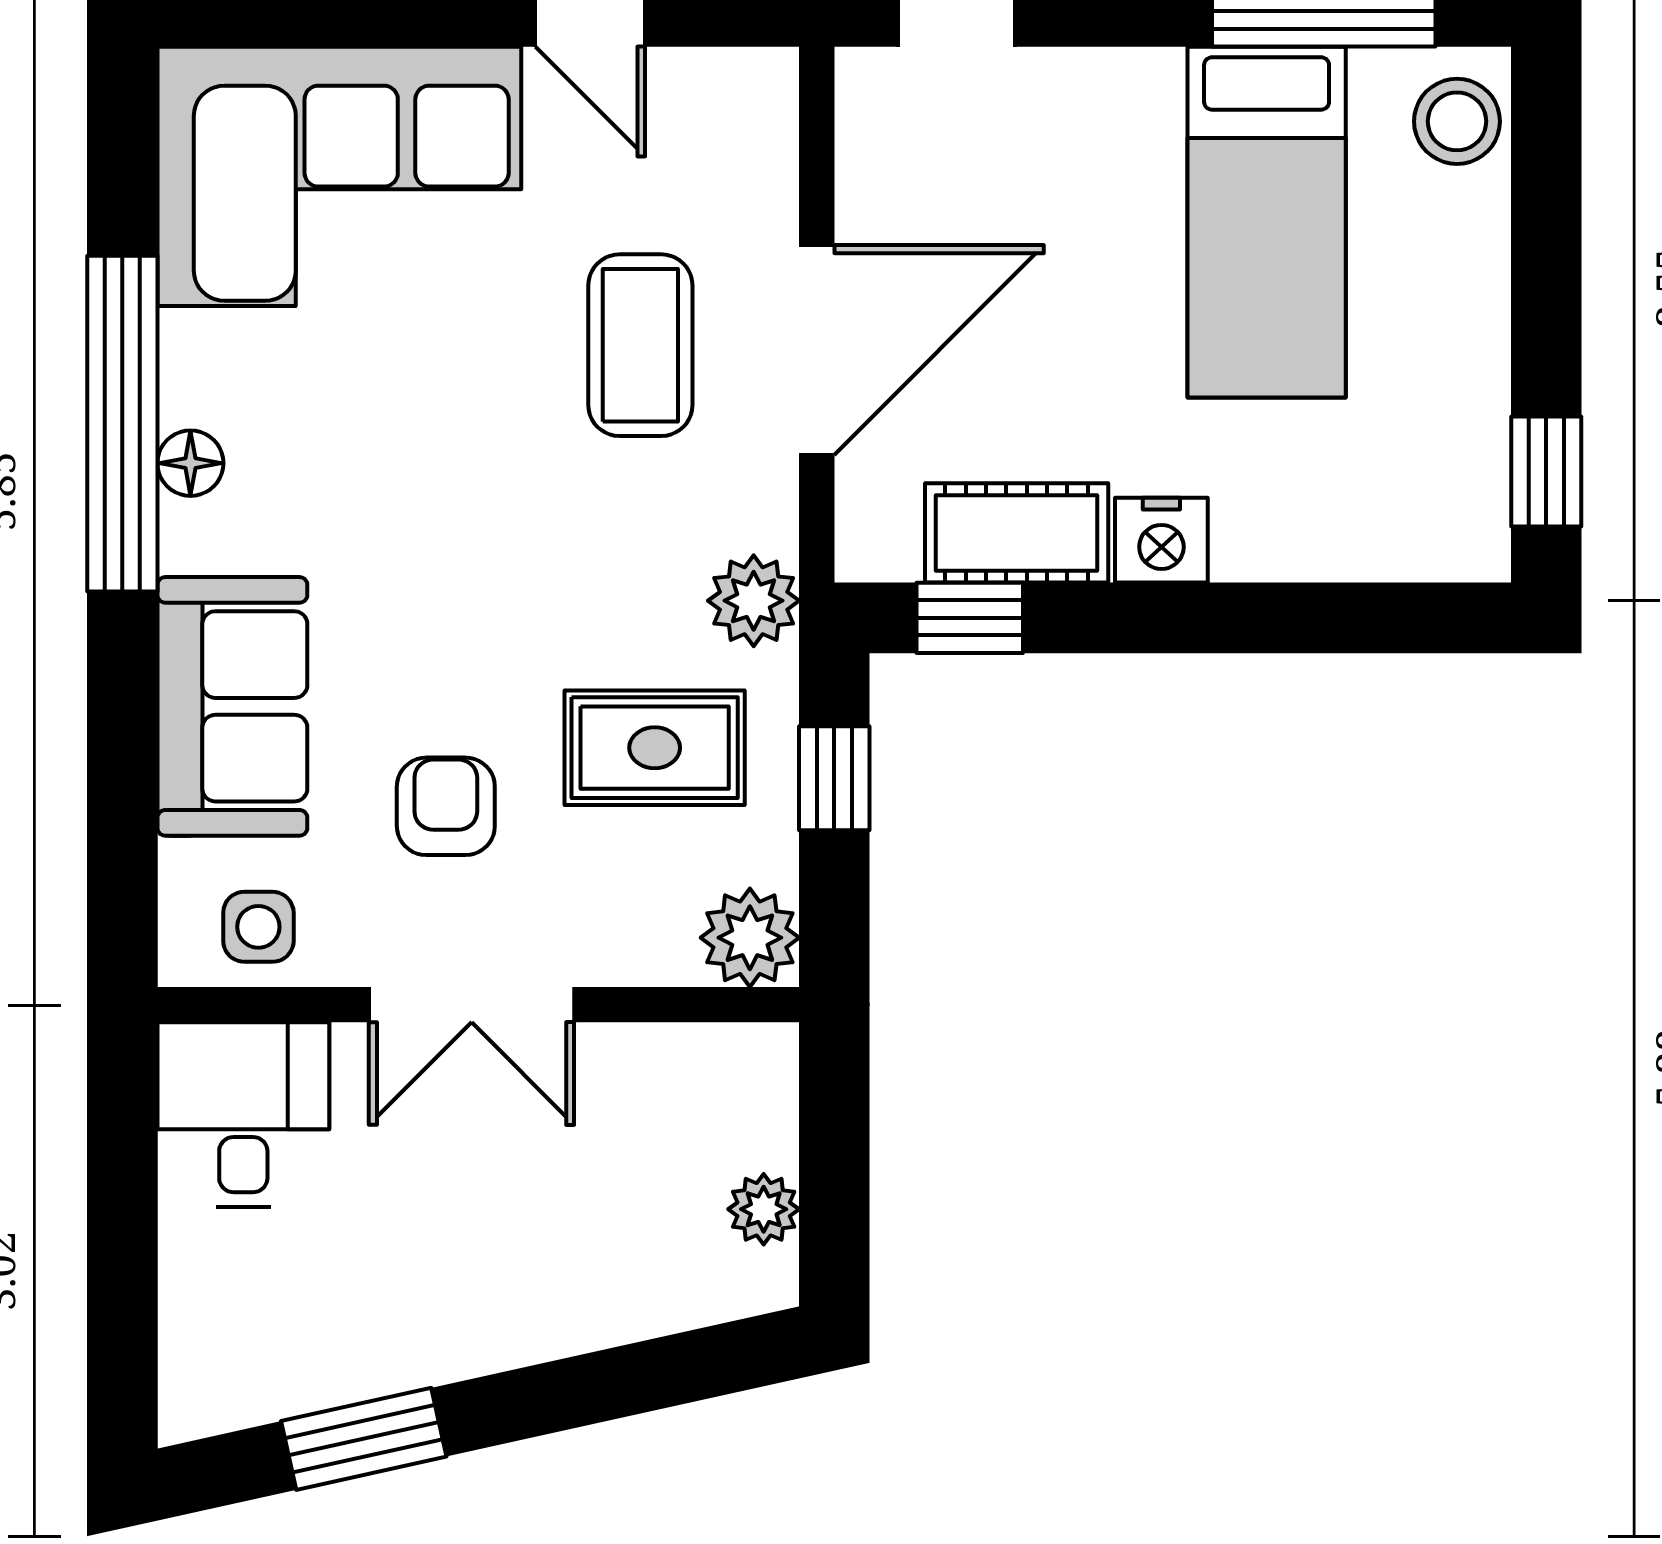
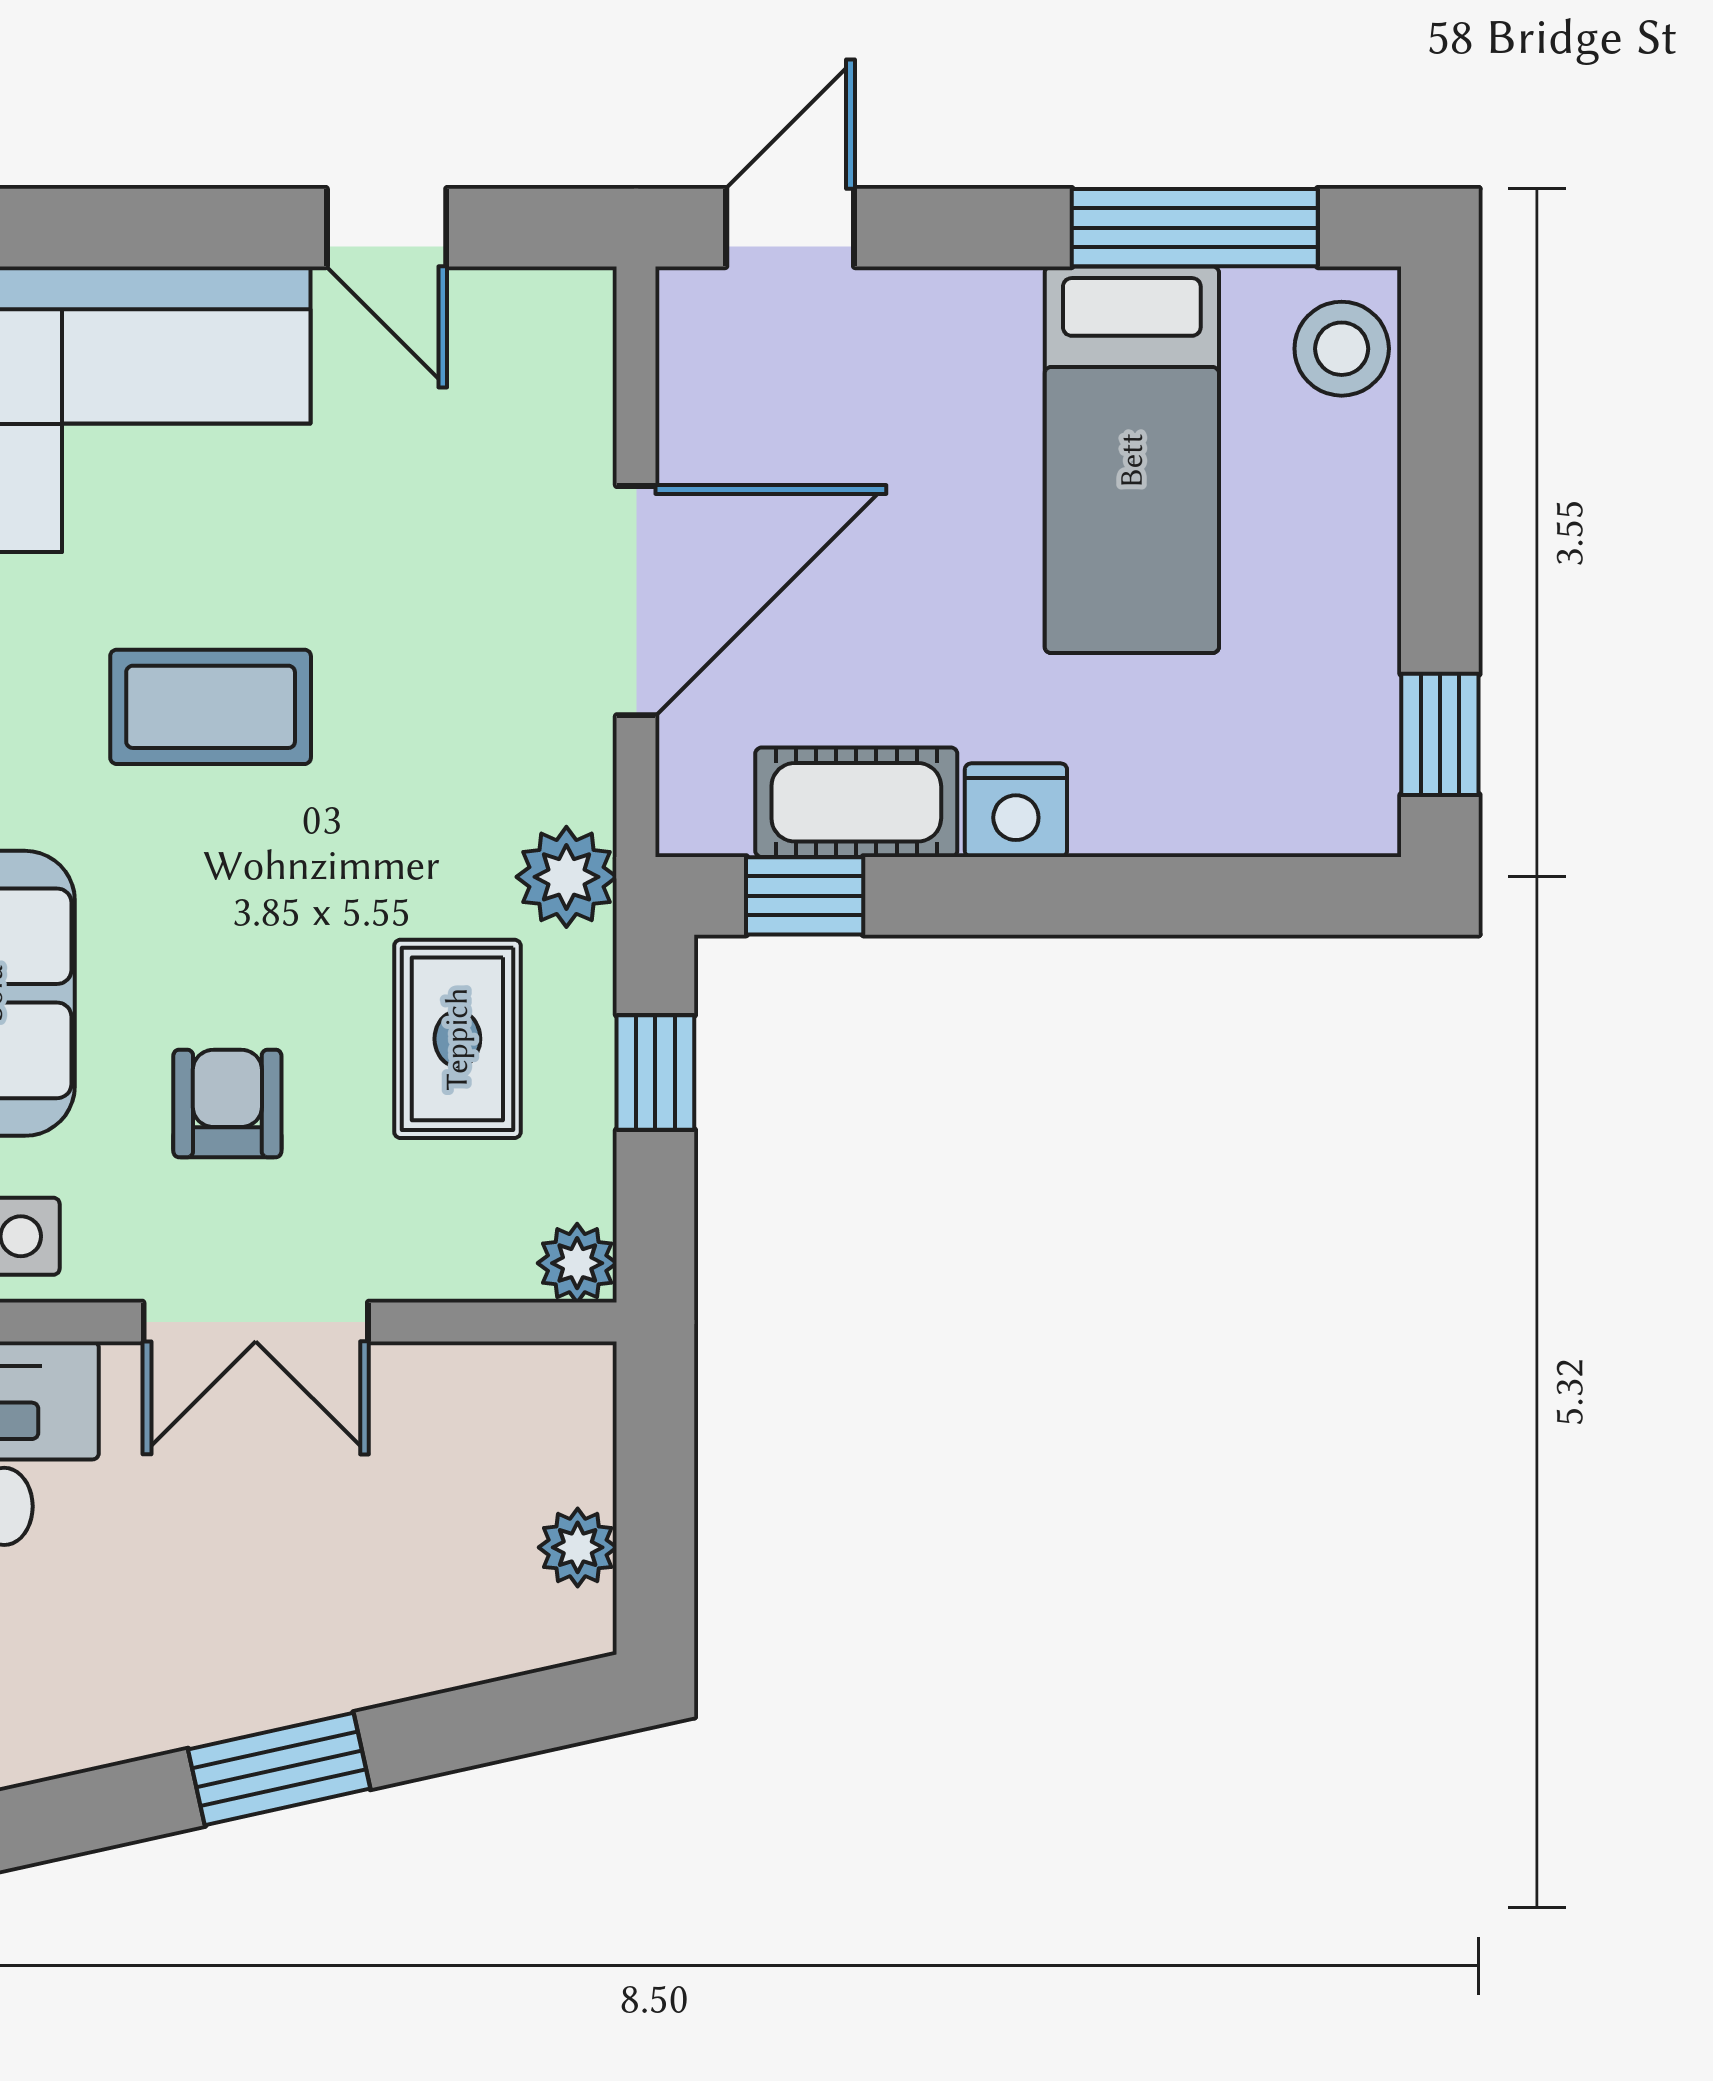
coffee table: (640, 345) -> (211, 707), moved, turned 90
rug: (655, 748) -> (457, 1039), turned 90
plant: (750, 938) -> (577, 1263), width x0.73, depth x0.73
window: (364, 1439) -> (279, 1769), moved

